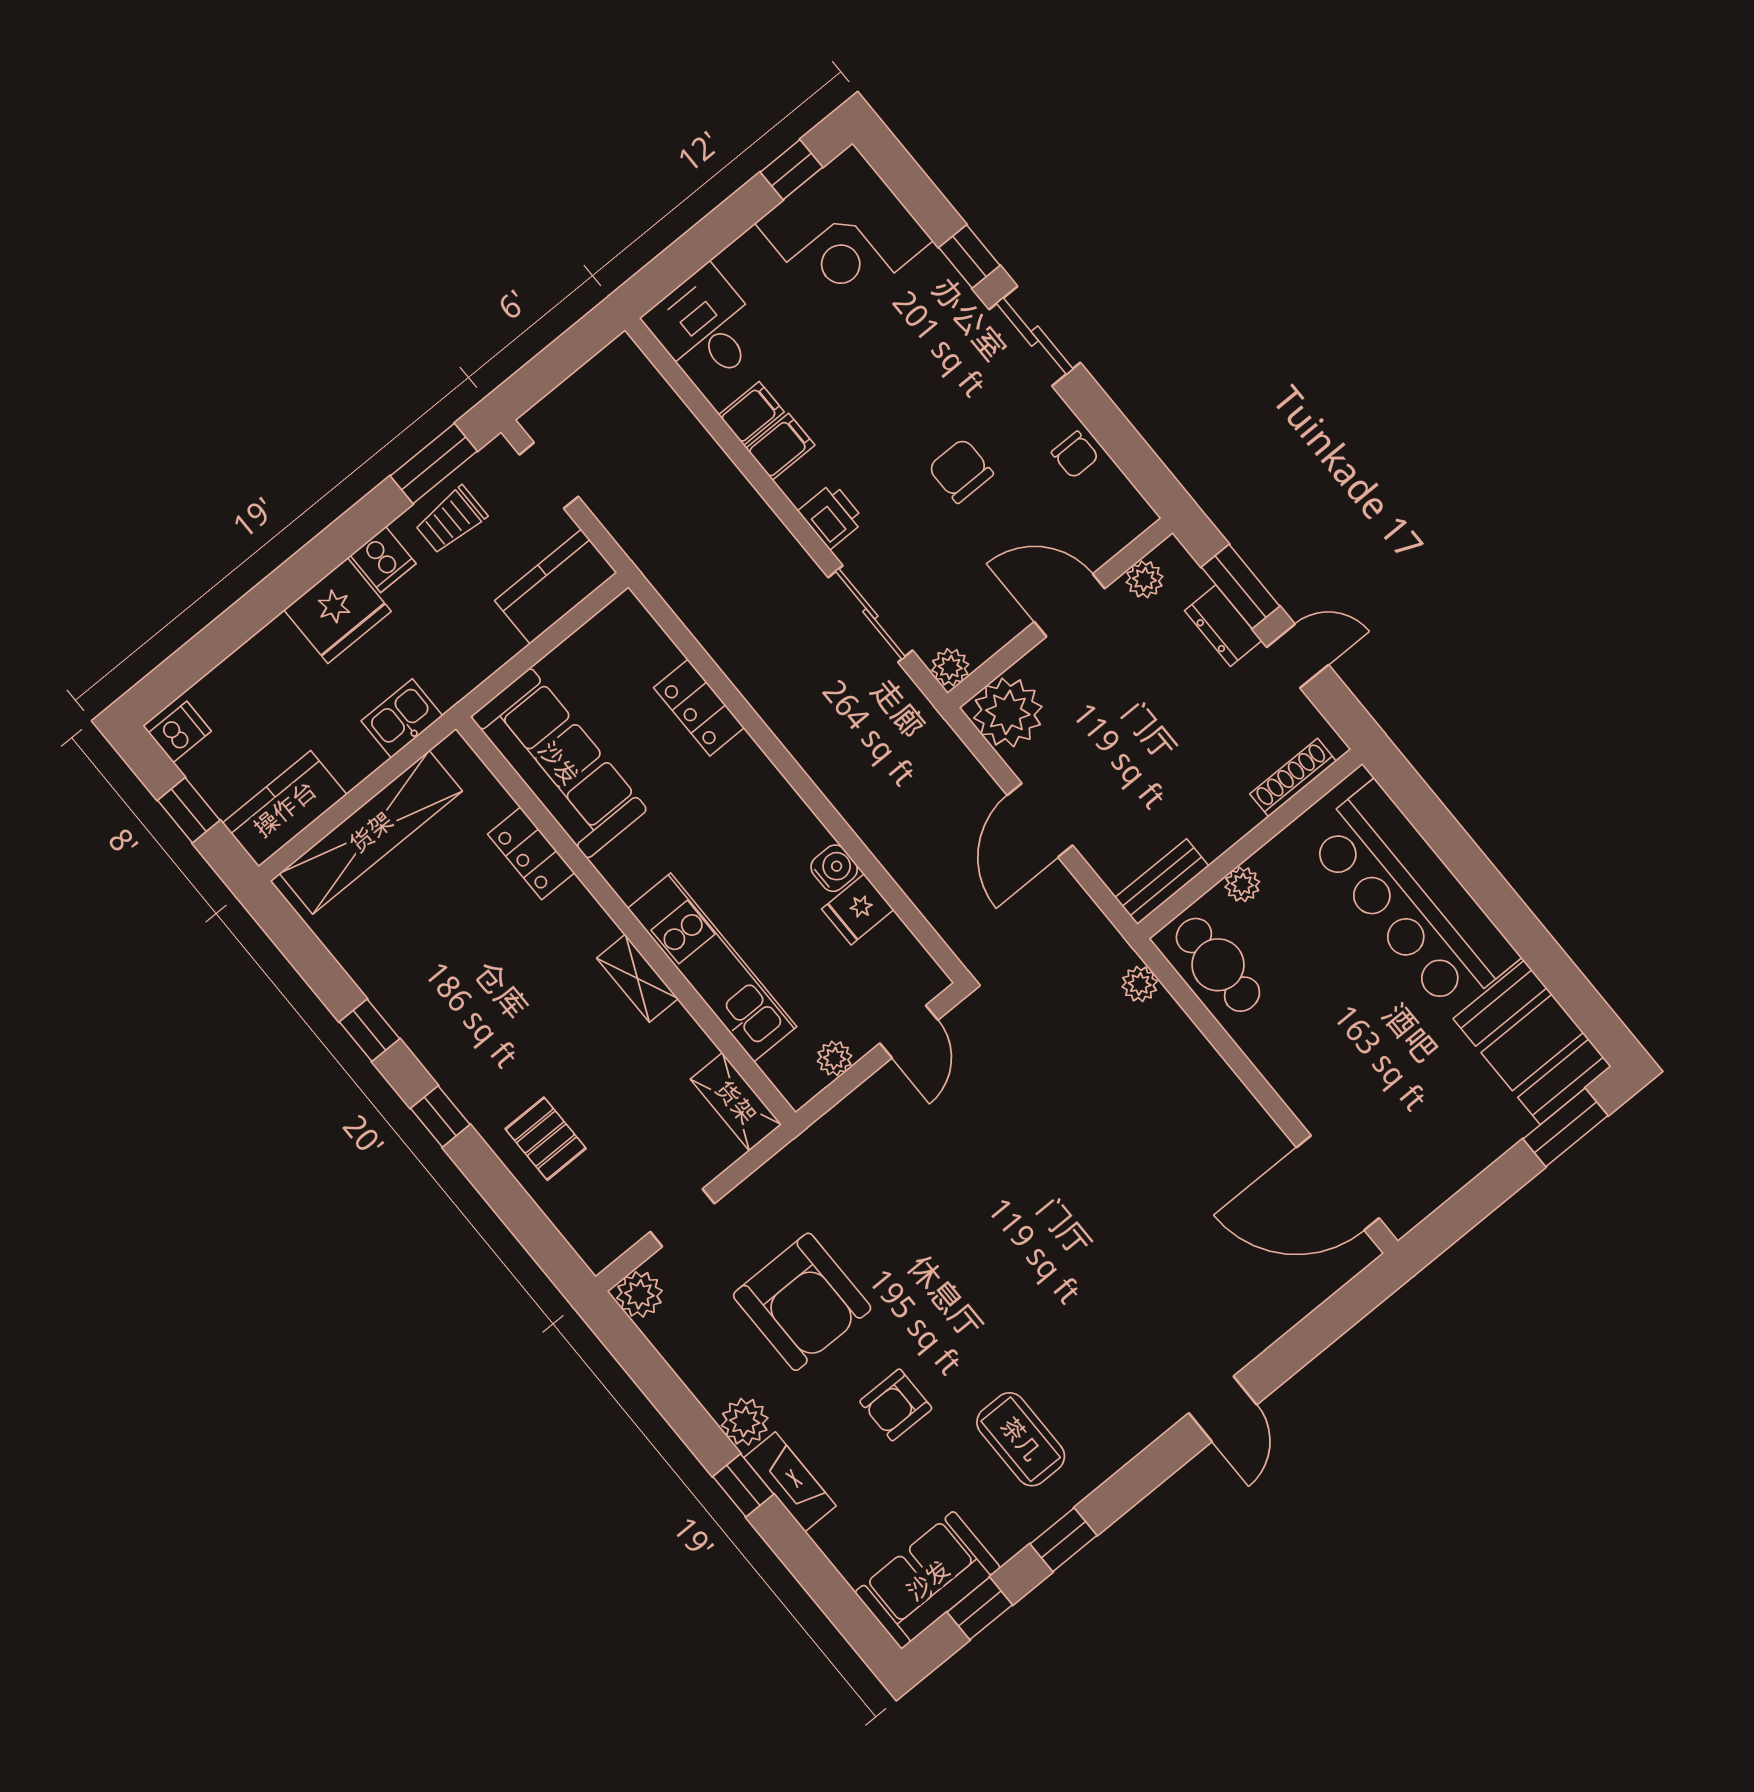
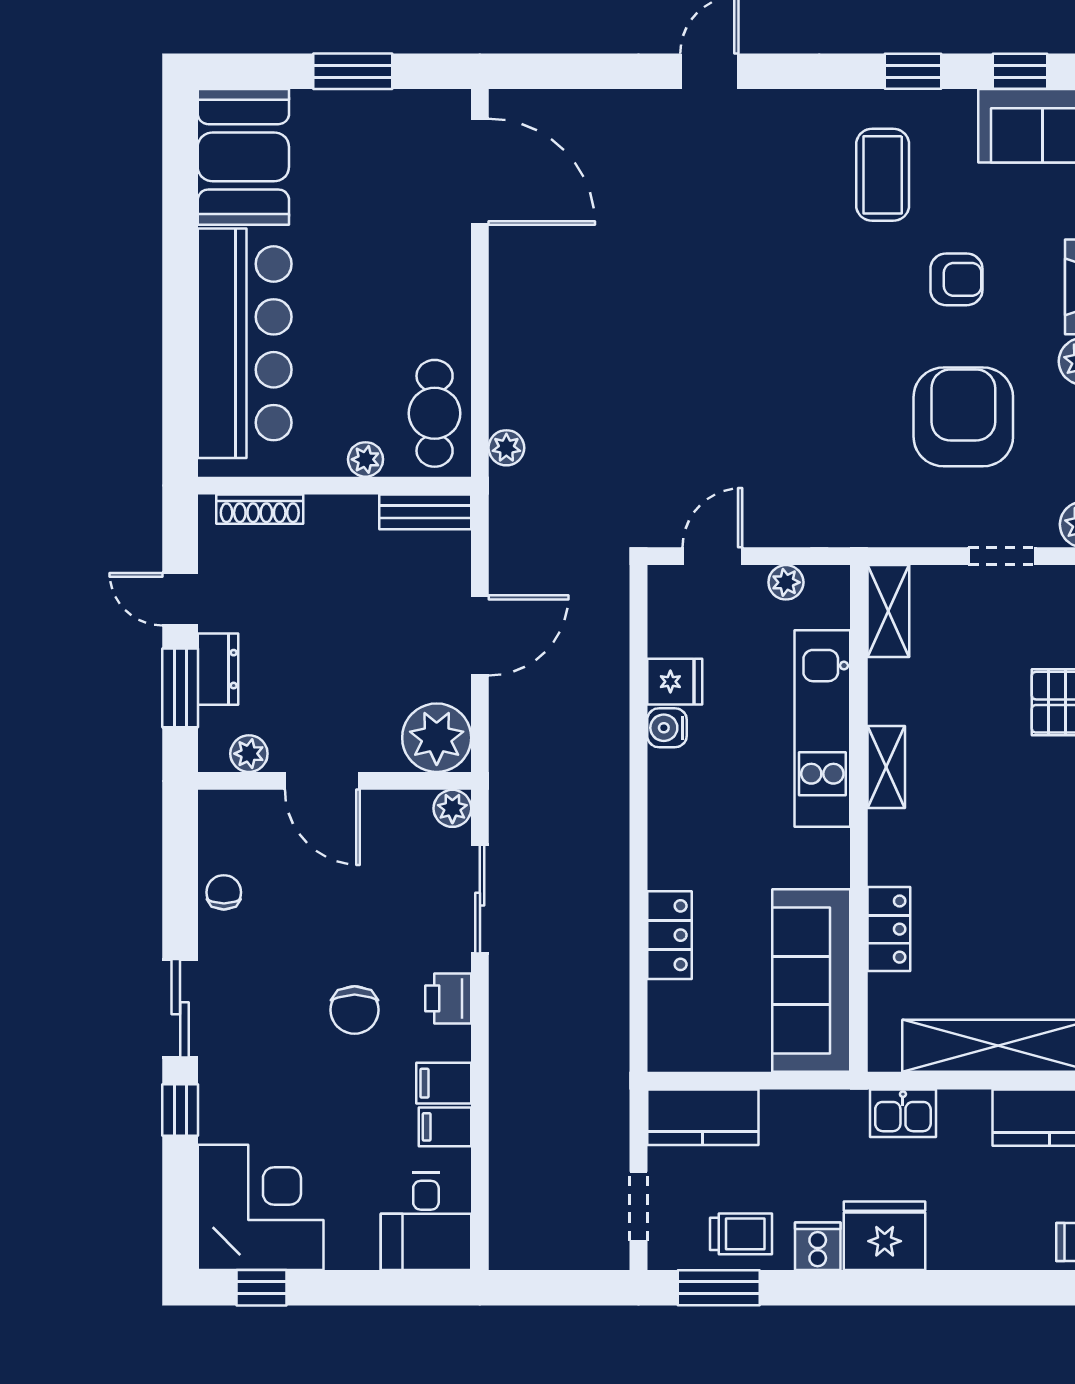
chair: (961, 471) -> (355, 1010), moved
window: (1566, 1127) -> (353, 71), moved

